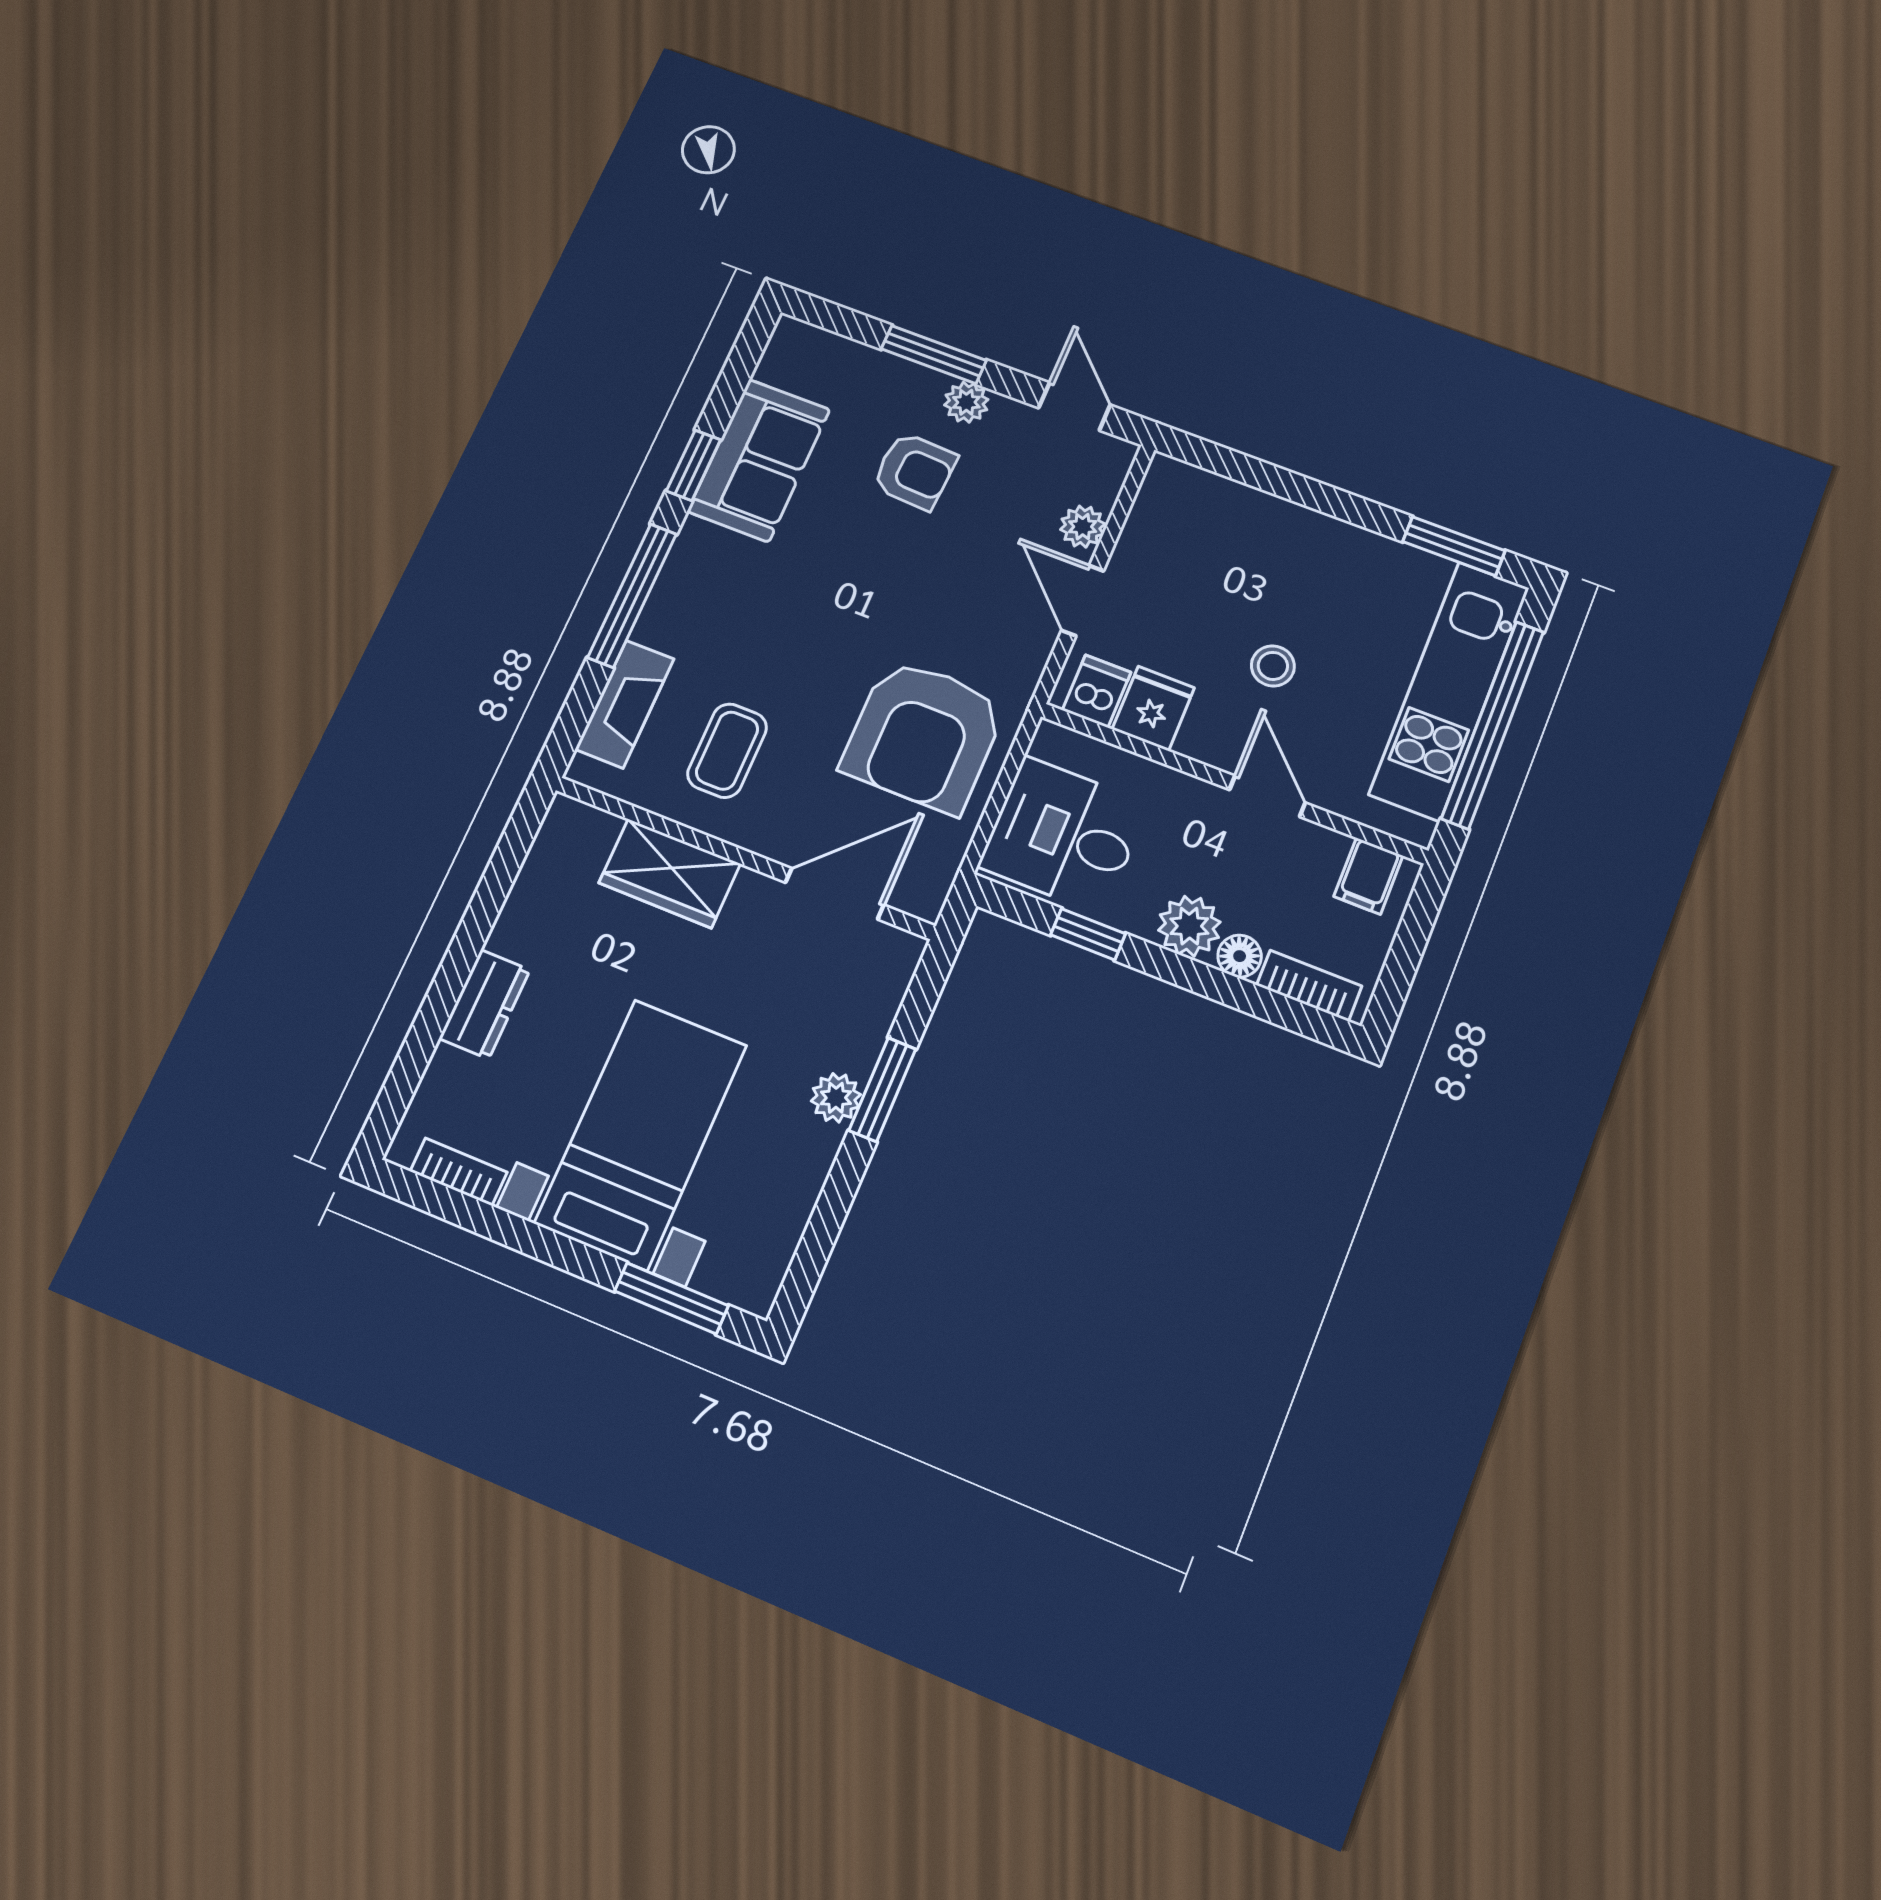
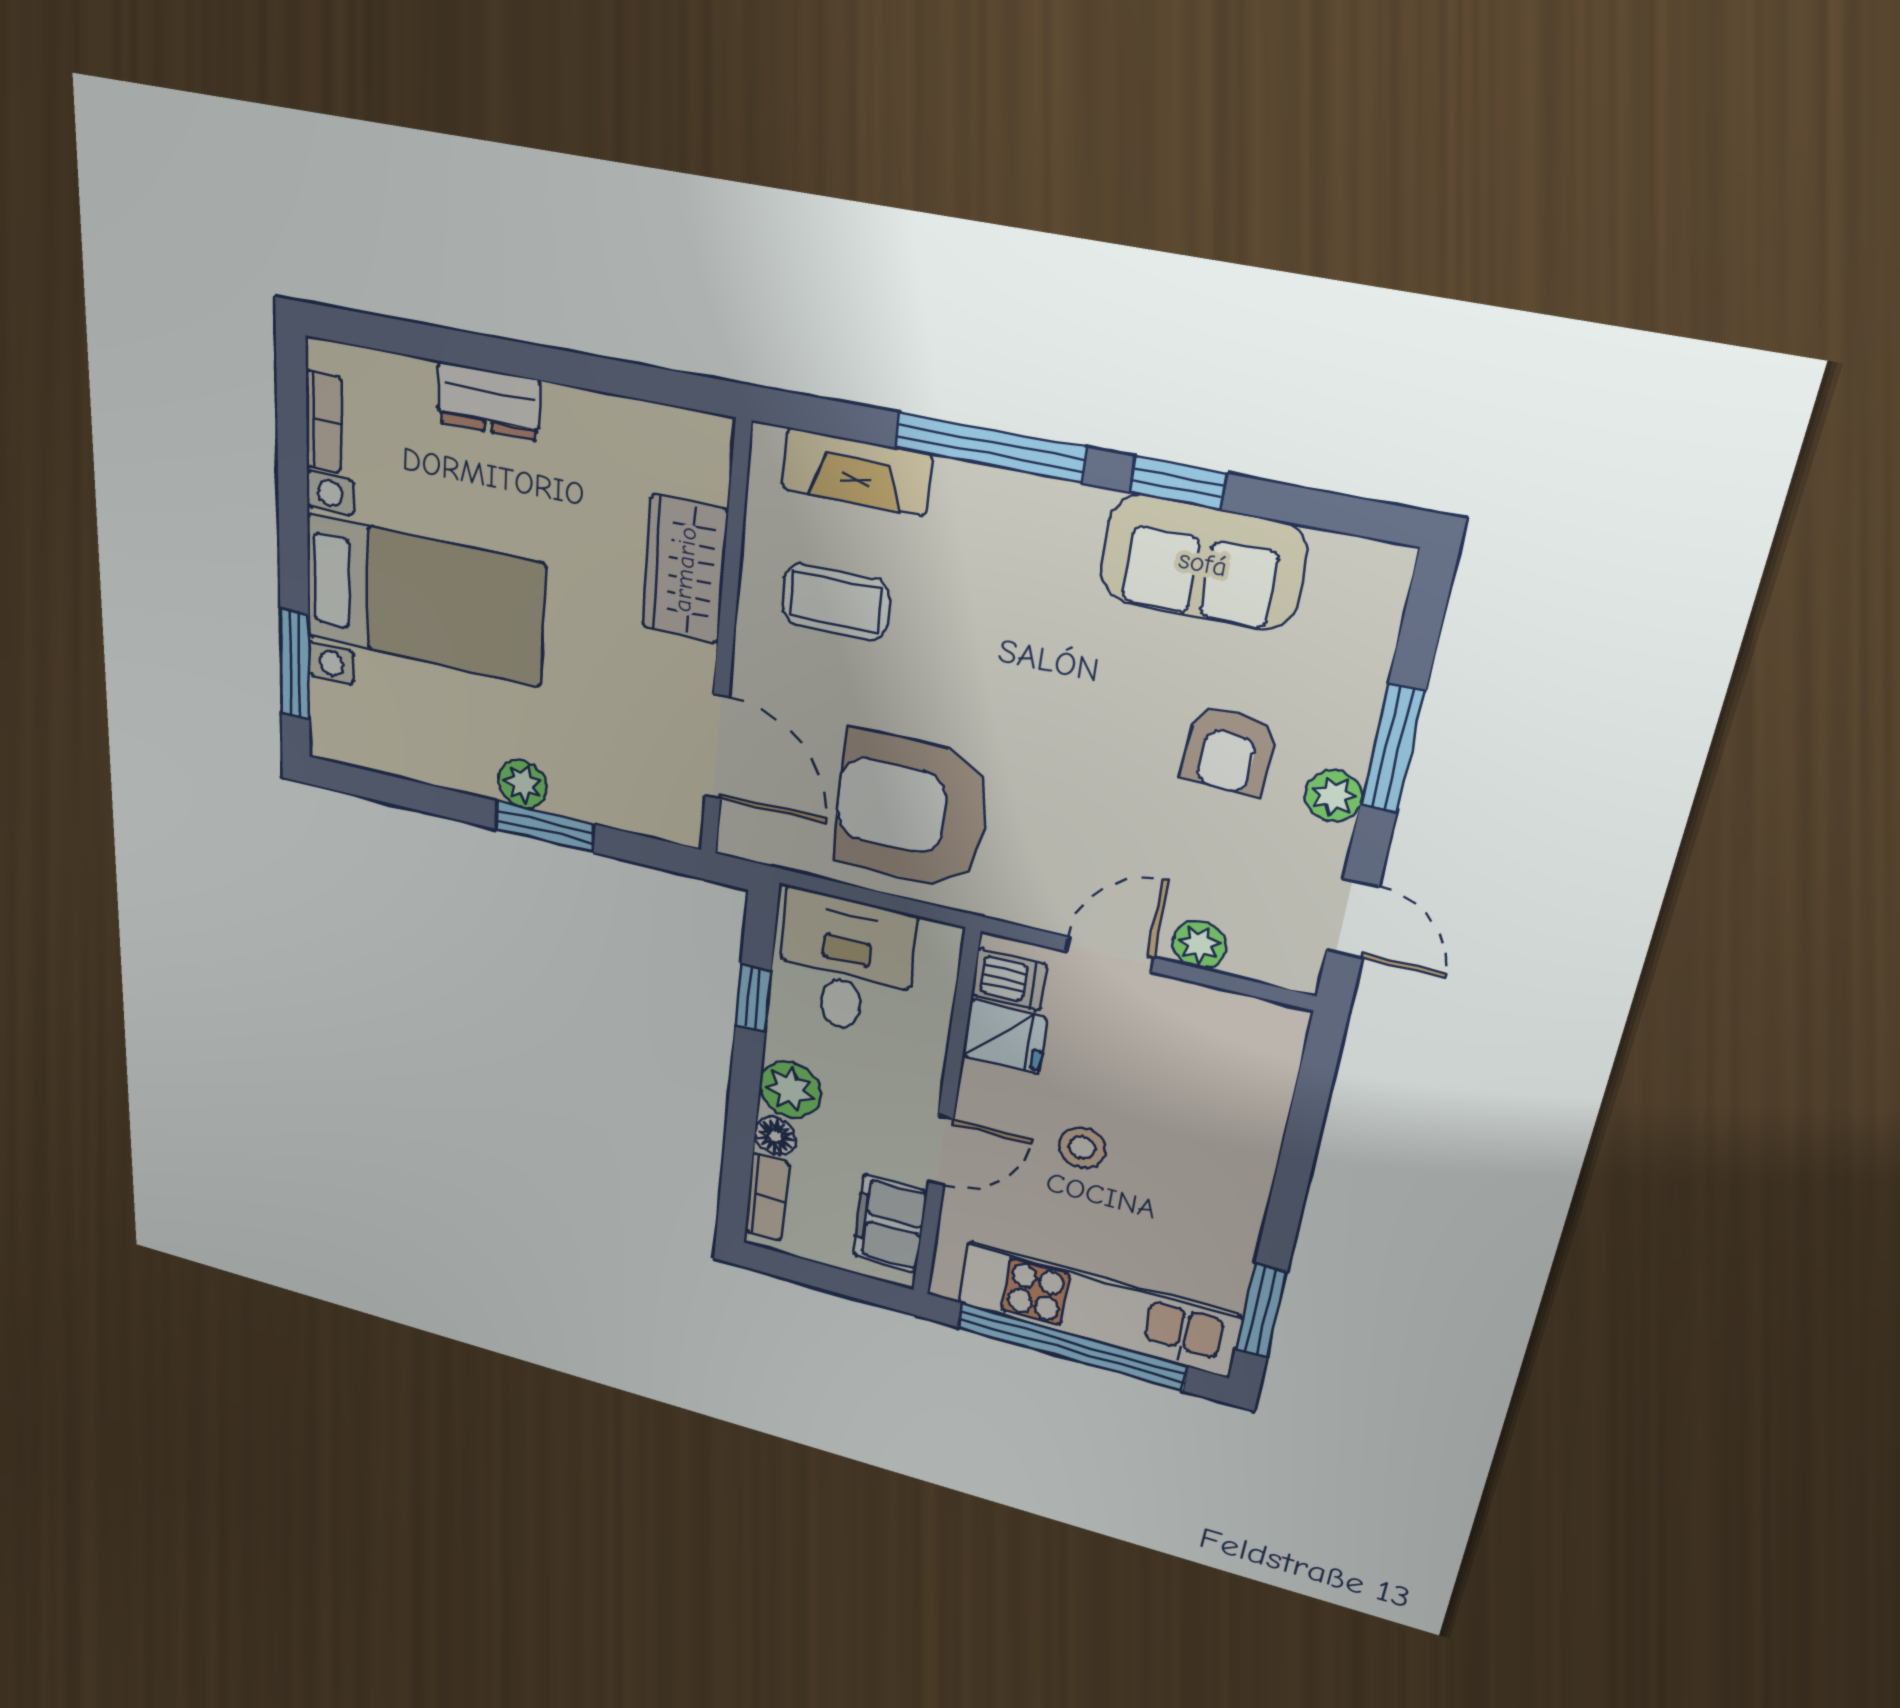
door: (1074, 406) -> (1353, 919), hinge flipped
filing cabinet: (1368, 876) -> (890, 1223), width x2.00

